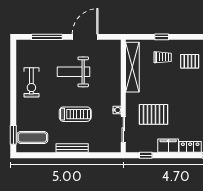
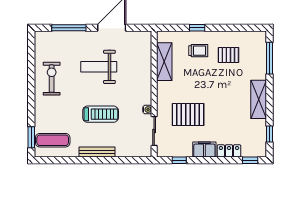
shelving: (132, 67) -> (164, 62), width x0.68
exercise bike: (31, 82) -> (52, 79), turned 180

